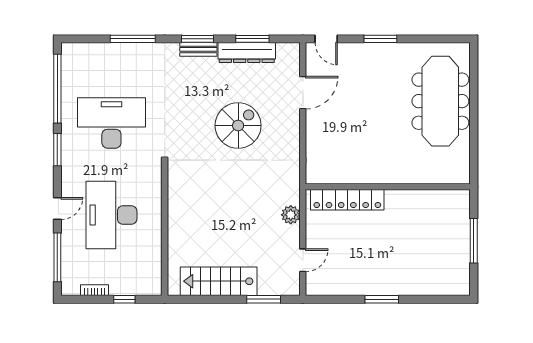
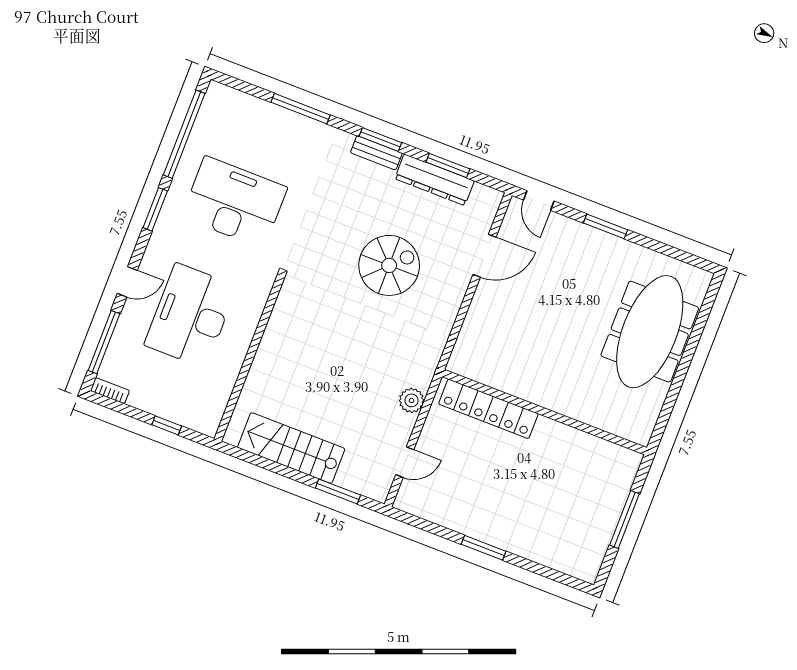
bookcase: (95, 290) -> (110, 391), moved

